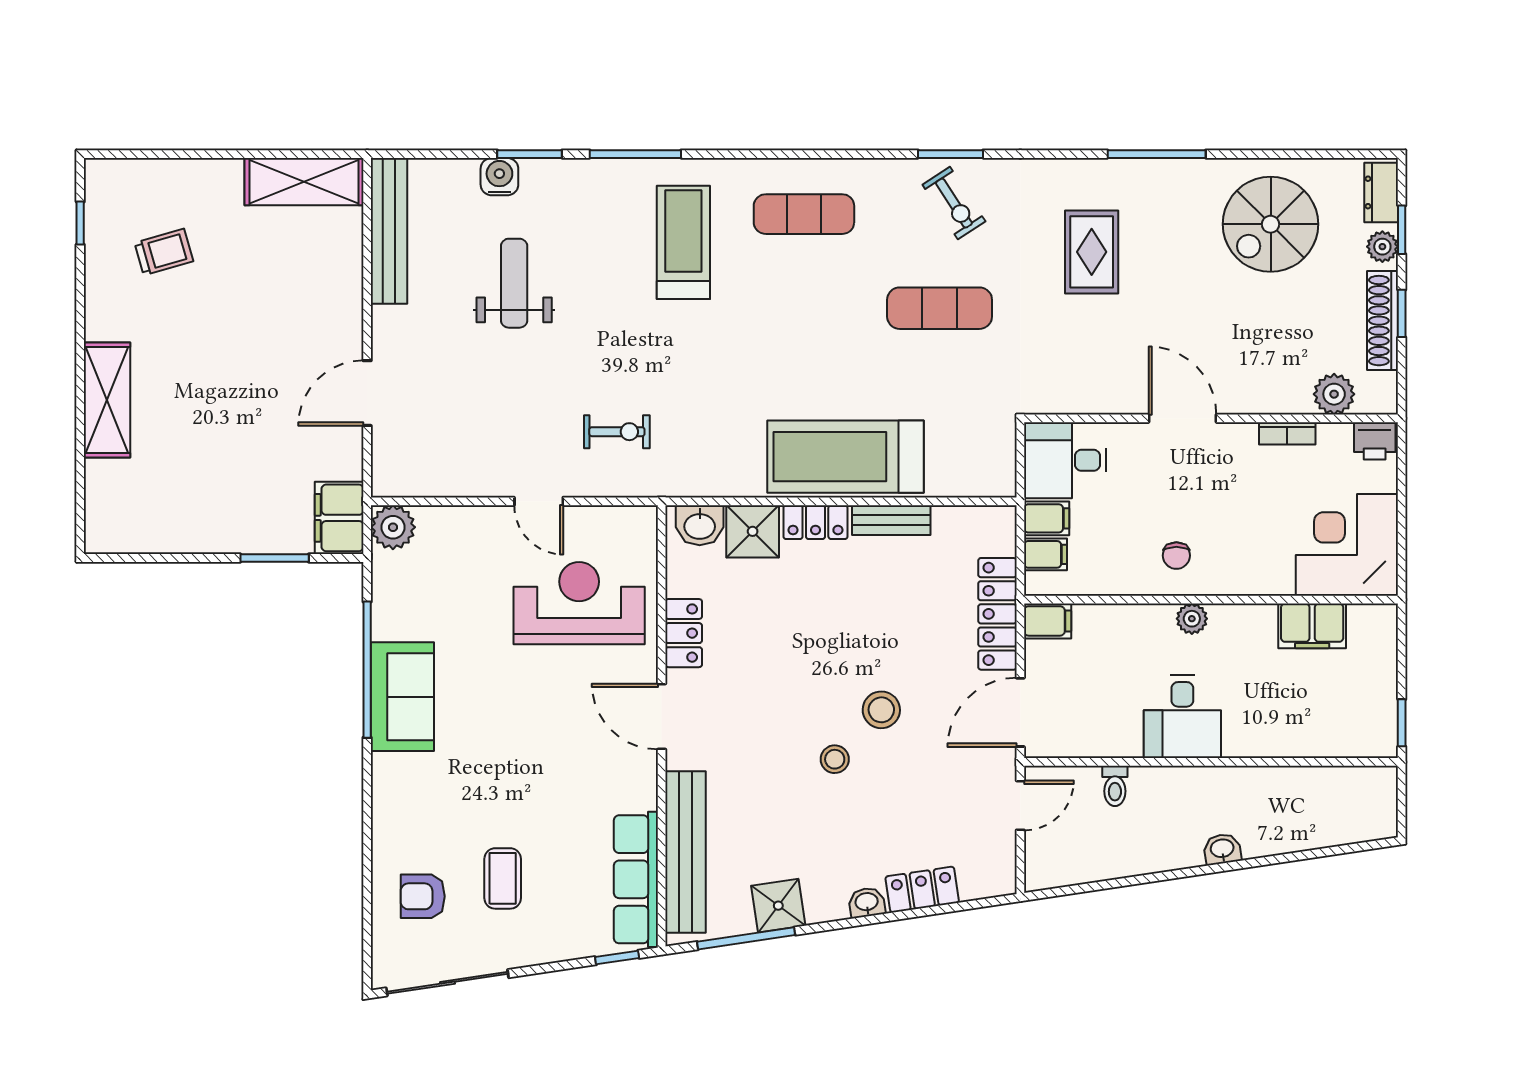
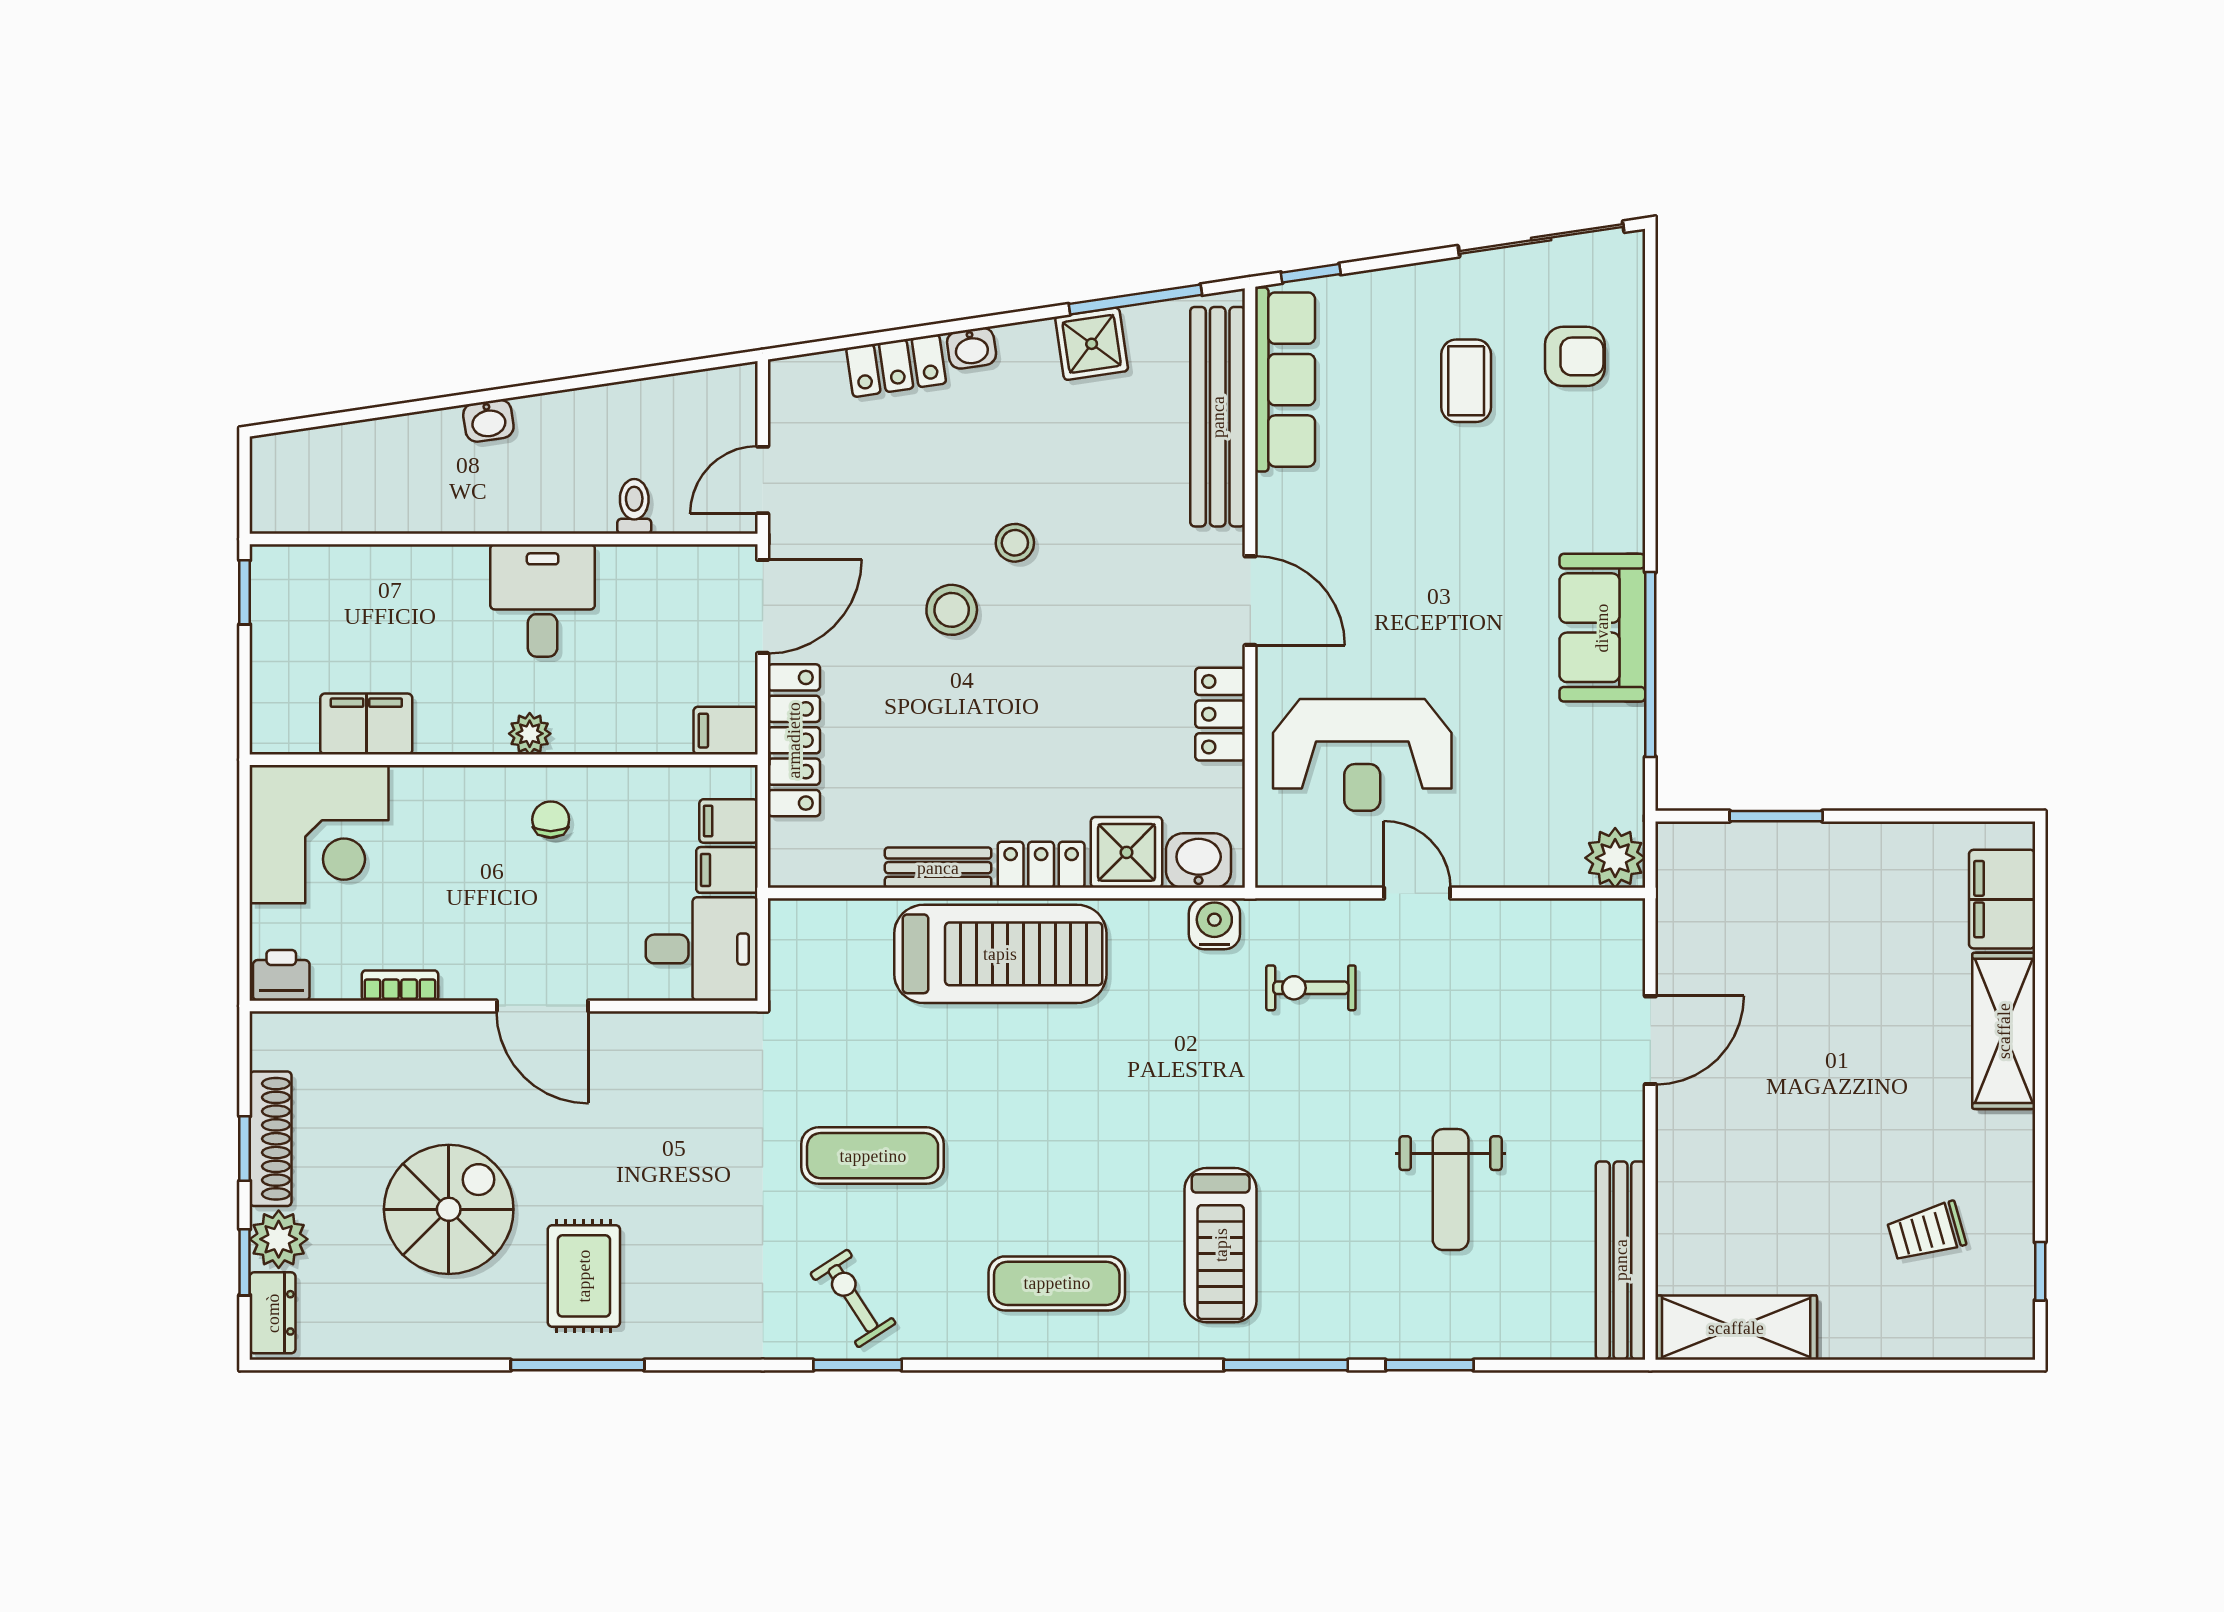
water cooler: (499, 177) -> (1214, 924), moved, turned 180
spiral stairs: (1271, 224) -> (449, 1209), moved
plant: (1382, 247) -> (279, 1239), width x1.38, depth x1.38
rug: (1092, 252) -> (584, 1276), moved
plant: (1334, 394) -> (336, 1039), removed
filing cabinet: (339, 518) -> (2002, 899), moved, turned 180

